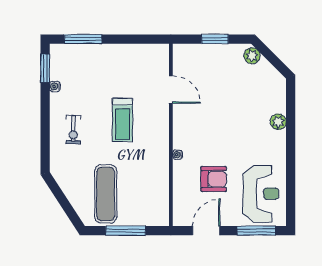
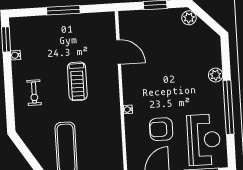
window: (83, 39) -> (63, 10), moved
window: (291, 159) -> (228, 107), added
armchair: (214, 179) -> (161, 129), turned 180

